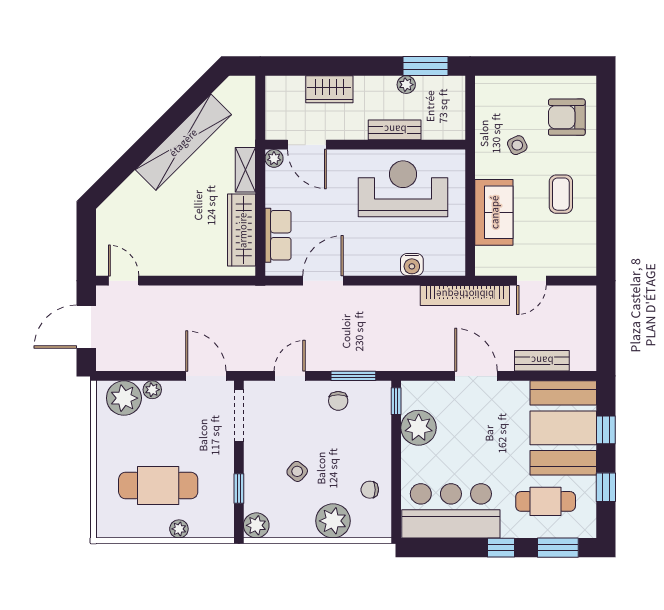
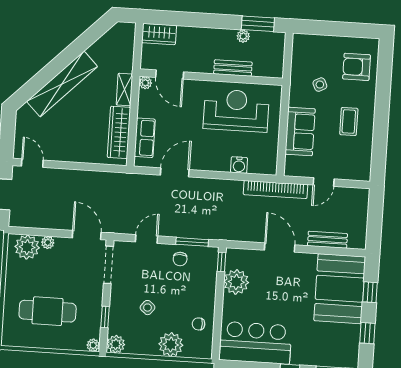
wardrobe: (329, 89) -> (159, 34), moved
shelving: (183, 142) -> (62, 84), moved
cafe table: (546, 501) -> (324, 340), removed
plant: (179, 529) -> (93, 345), moved

